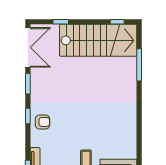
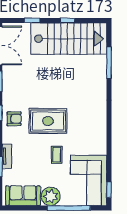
window: (117, 22) -> (68, 20), moved
rug: (77, 124) -> (48, 121), added

